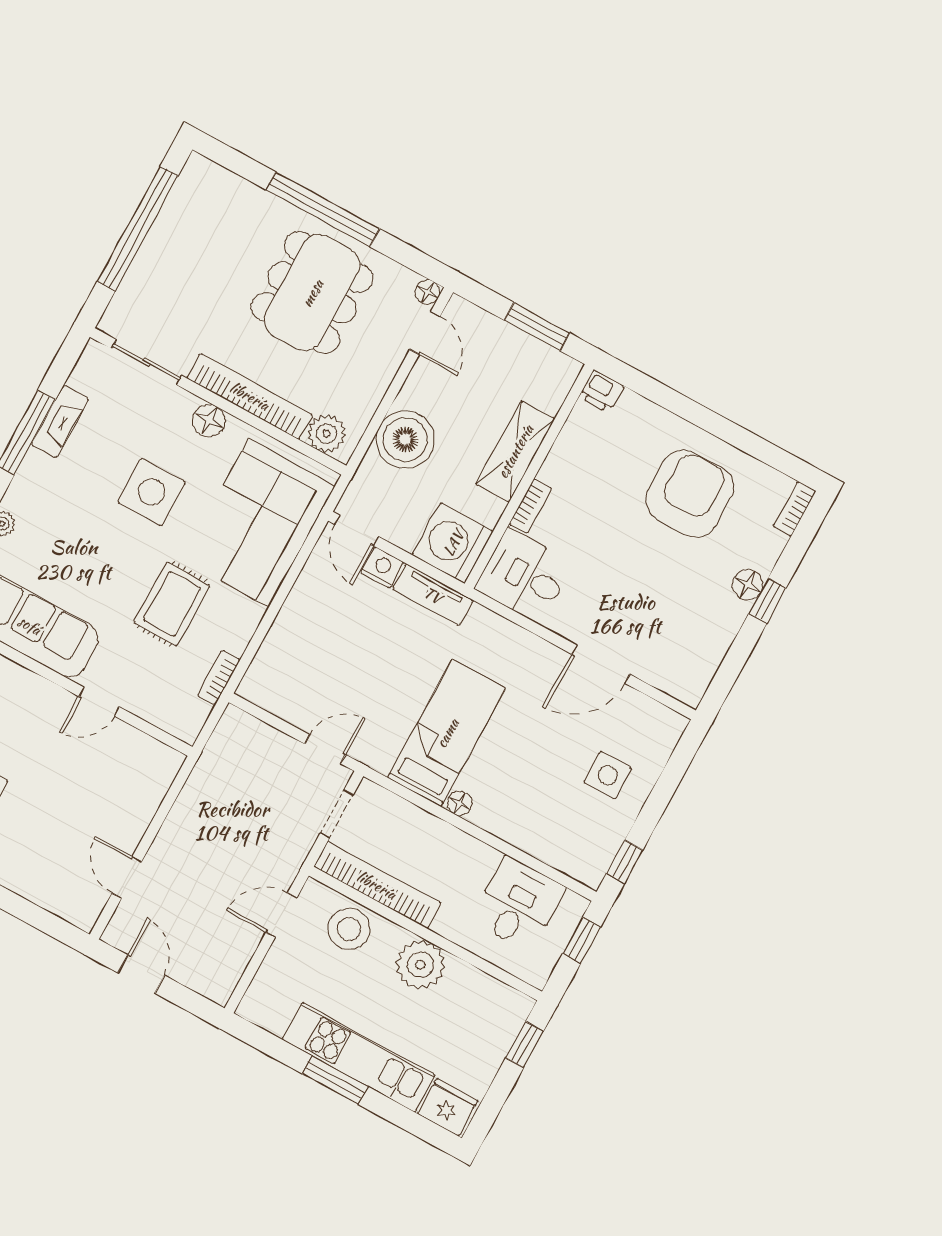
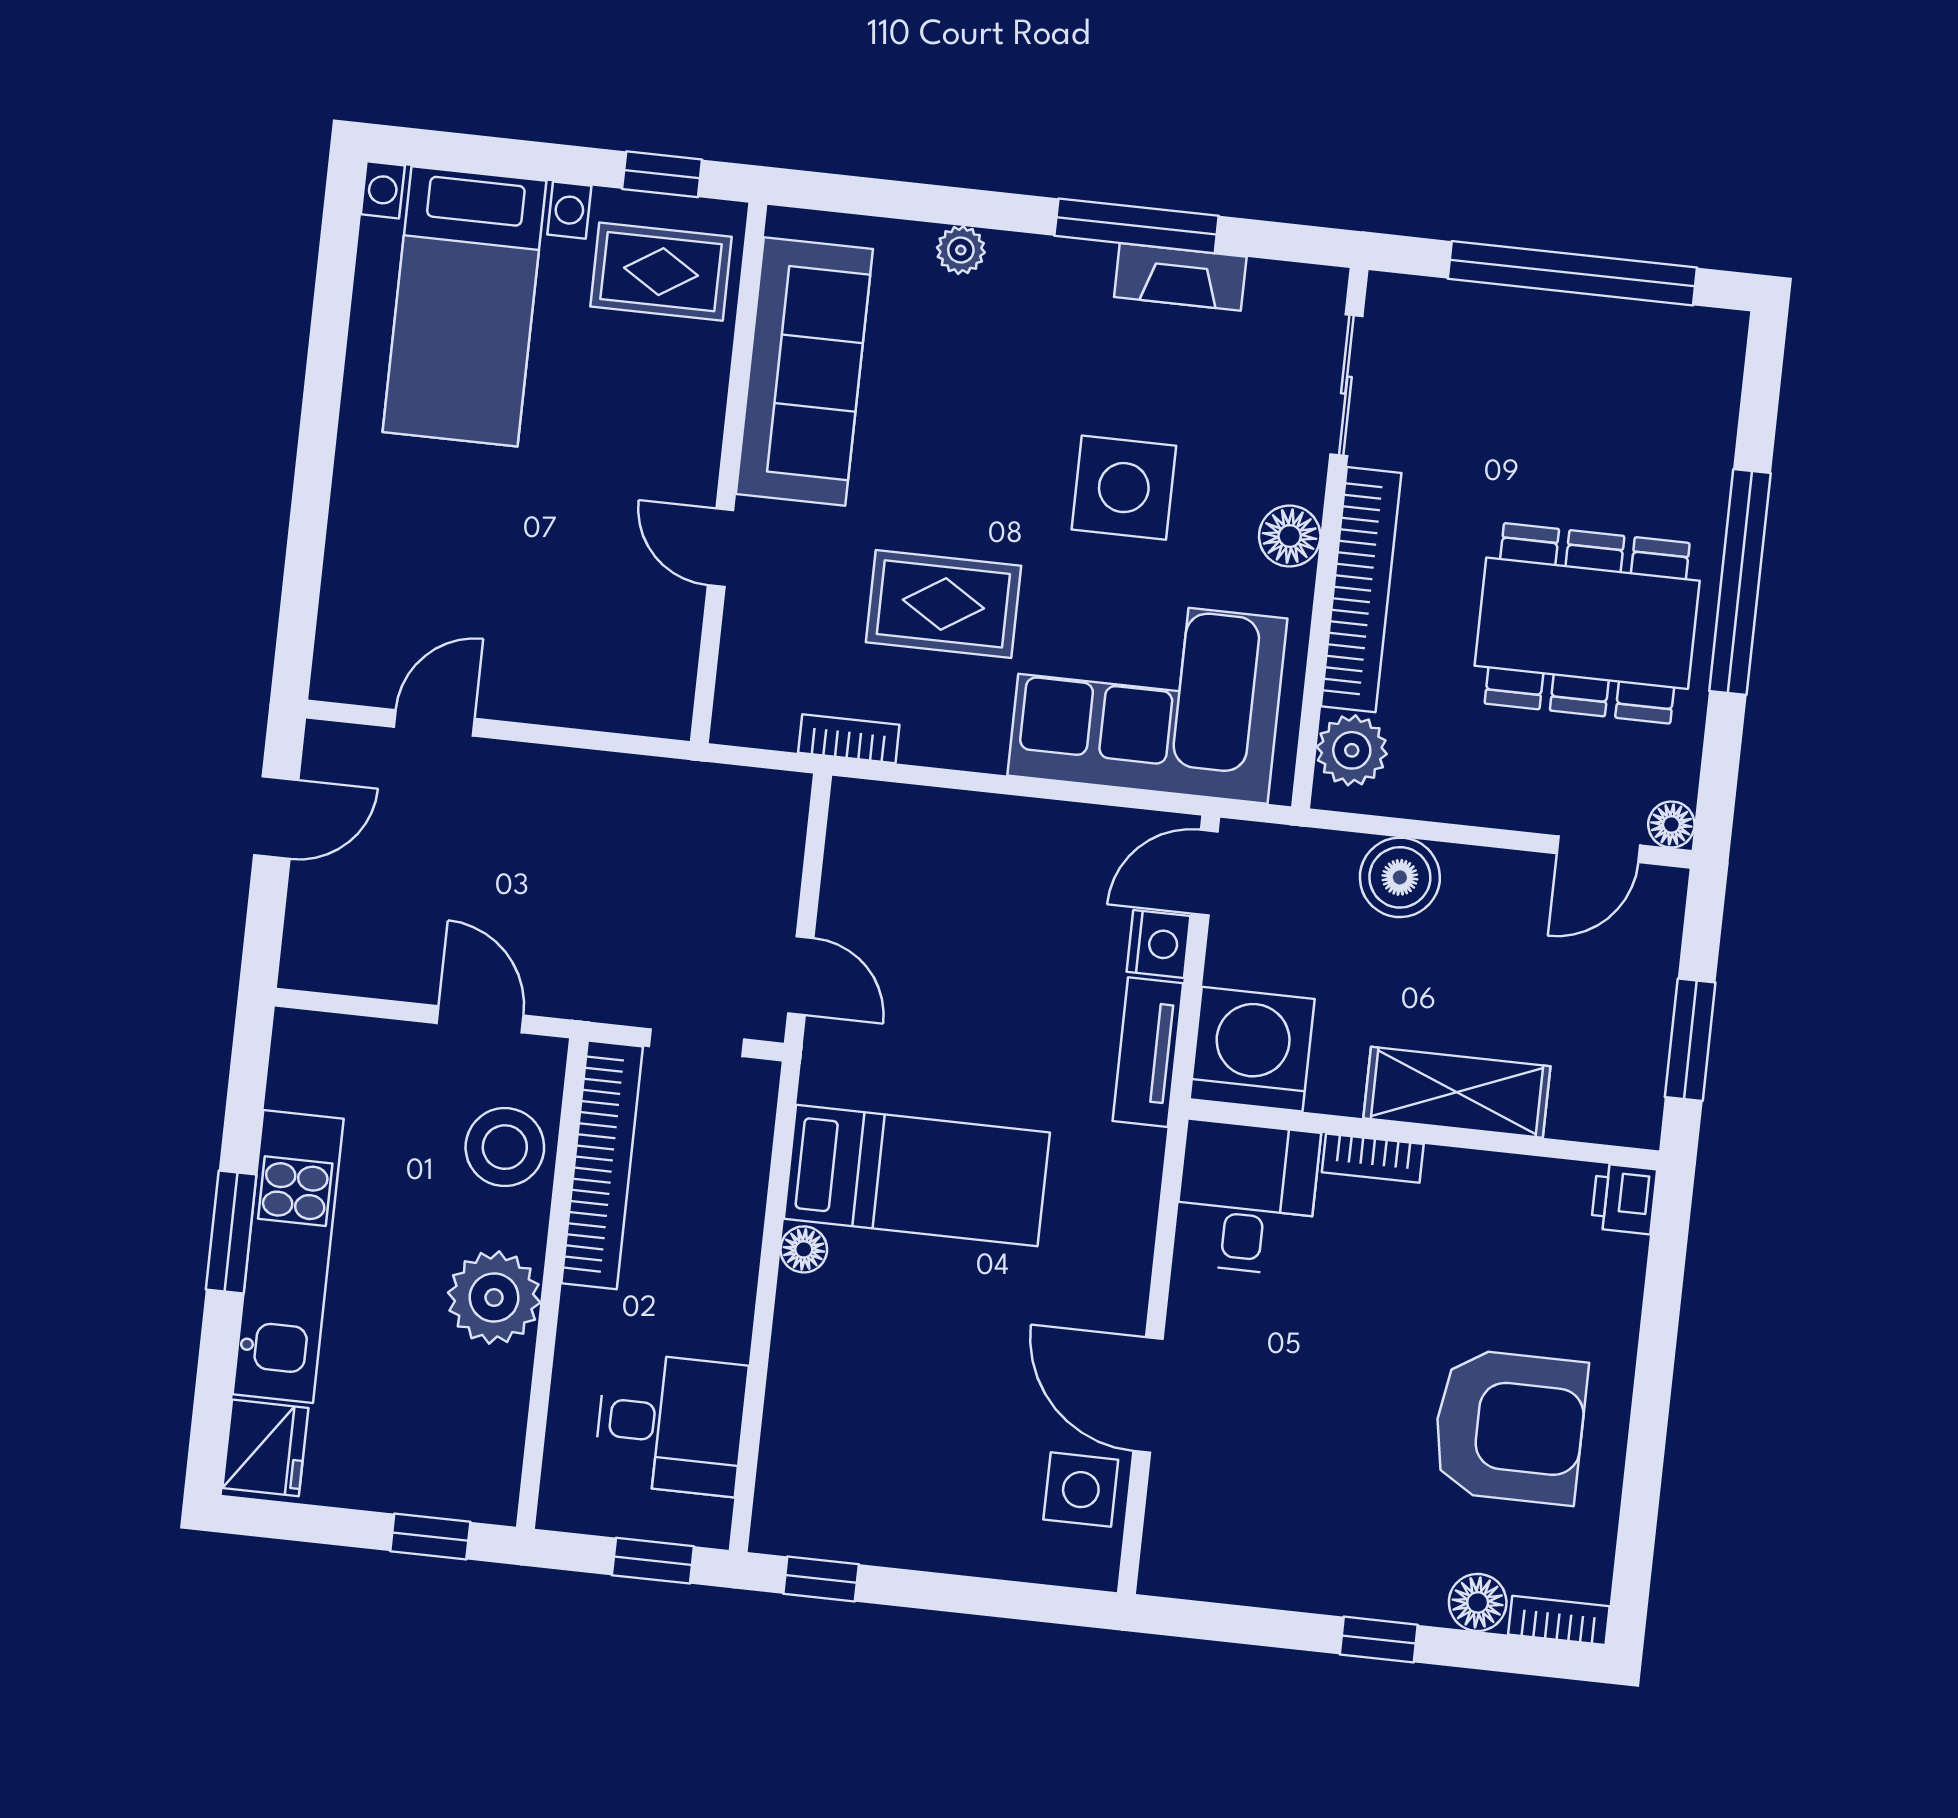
boiler: (405, 440) -> (1400, 877), width x0.73, depth x0.73
floor lamp: (748, 585) -> (1478, 1602), moved
side table: (608, 775) -> (1081, 1490), moved

